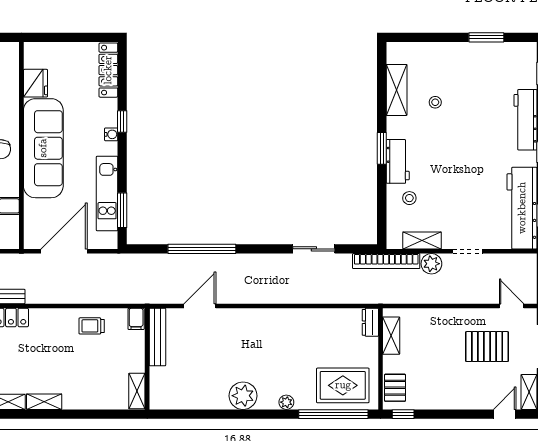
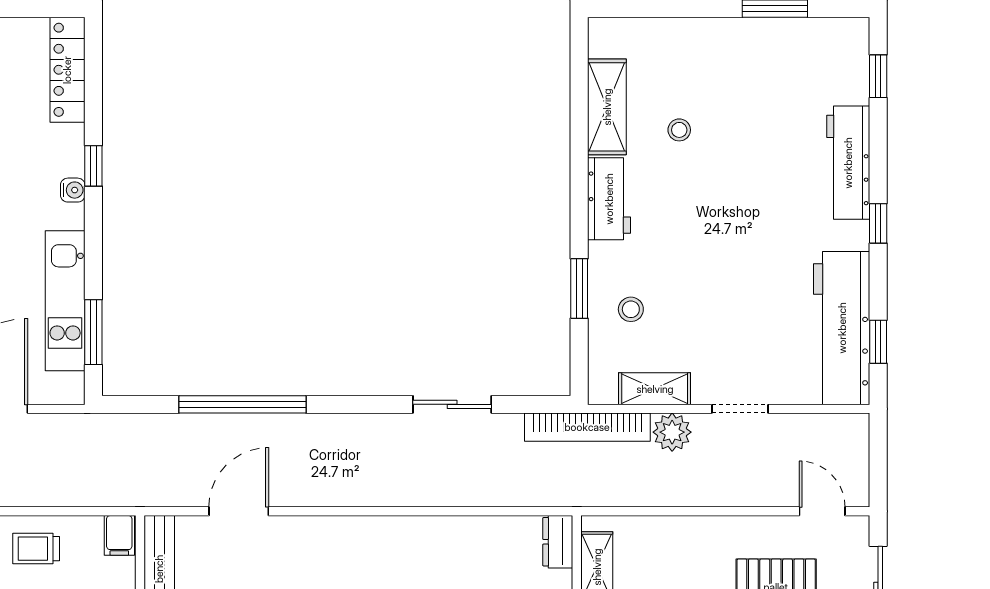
window: (382, 148) -> (579, 289), moved
workbench: (398, 161) -> (609, 199), moved

